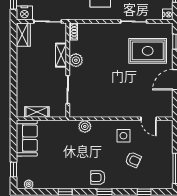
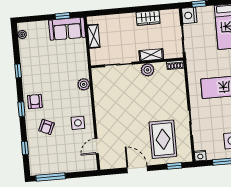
wardrobe: (23, 35) -> (148, 18), moved
armchair: (133, 160) -> (47, 127), moved
window: (13, 169) -> (63, 16), moved

